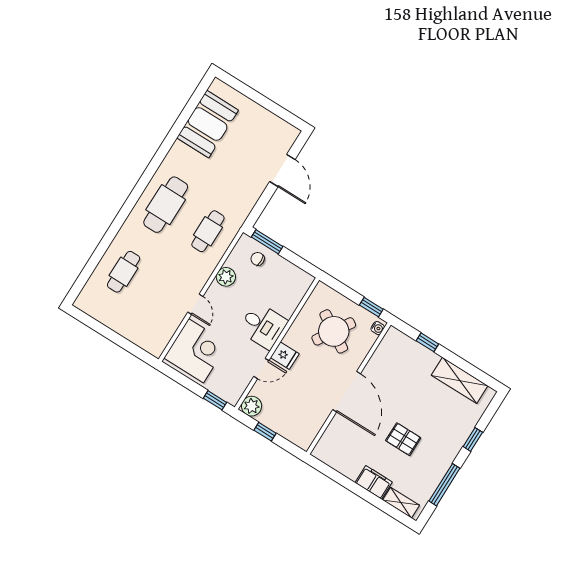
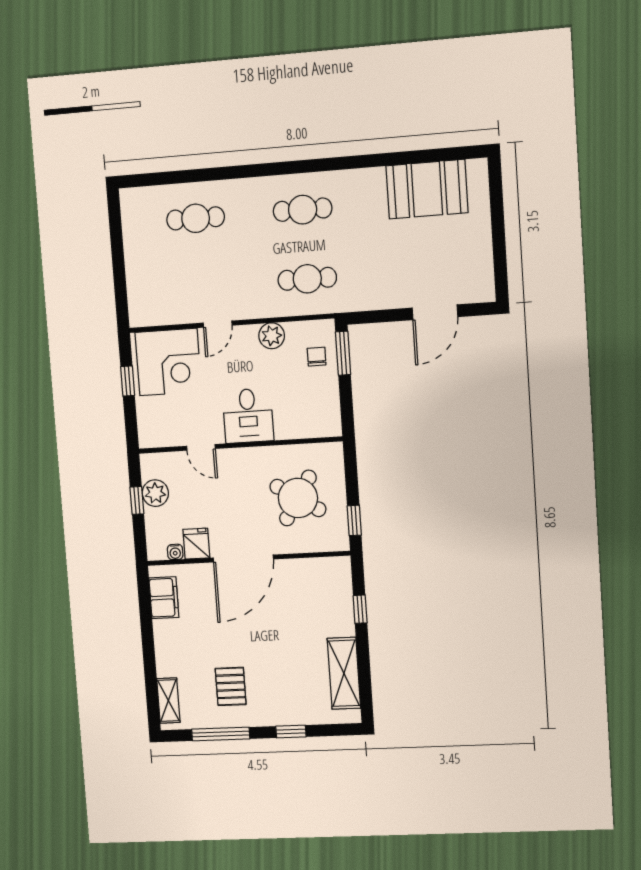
cafe table: (166, 205) -> (303, 210), width x0.73, depth x0.74
water cooler: (378, 328) -> (175, 552), moved
fridge: (285, 356) -> (196, 544), moved, turned 180
window: (215, 400) -> (128, 381), moved
plant: (252, 406) -> (155, 493), moved
pallet: (403, 439) -> (231, 686), moved
filing cabinet: (374, 482) -> (164, 598), moved

